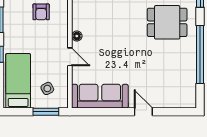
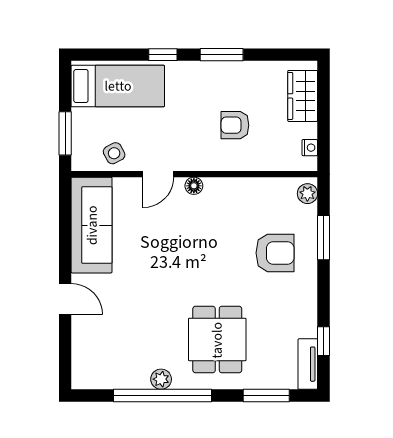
plant: (190, 55) -> (161, 379), added
side table: (47, 88) -> (114, 153), moved
door: (143, 112) -> (65, 299), hinge flipped

